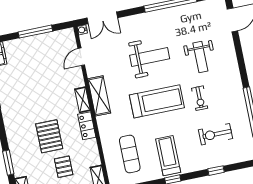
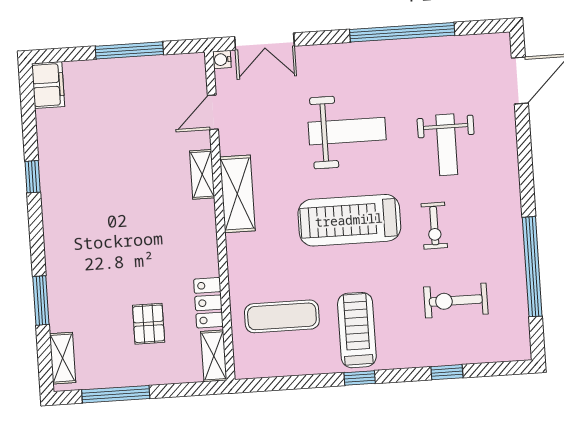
shelving: (82, 100) -> (202, 174), moved
treadmill: (157, 101) -> (349, 220), turned 180
locker: (87, 126) -> (208, 303), moved
pallet: (49, 136) -> (128, 260), removed
exercise mat: (130, 154) -> (282, 316), turned 90

